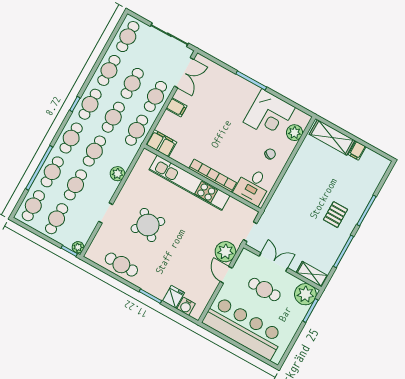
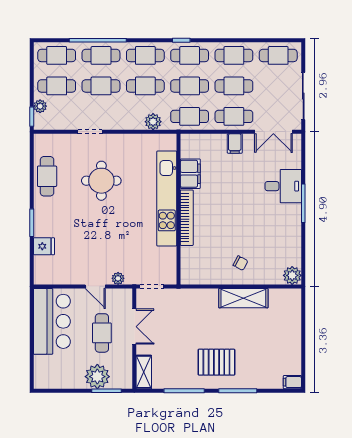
corner desk: (269, 115) -> (279, 240), removed
plant: (294, 133) -> (292, 275), moved
shelving: (332, 137) -> (243, 298), moved, turned 90
filing cabinet: (161, 143) -> (190, 174), moved
filing cabinet: (357, 151) -> (292, 382), moved
plant: (117, 174) -> (153, 122), moved
desk: (253, 186) -> (283, 186), moved, turned 180
pallet: (336, 215) -> (216, 362), width x1.50, depth x1.42
round table: (148, 225) -> (101, 181), turned 45
plant: (78, 247) -> (40, 106), moved
plant: (225, 252) -> (118, 278), width x0.53, depth x0.53
door: (226, 275) -> (95, 286), swing flipped
plant: (305, 294) -> (97, 377), moved
water cooler: (186, 306) -> (41, 264), removed
bar counter: (243, 328) -> (52, 321), width x0.73

